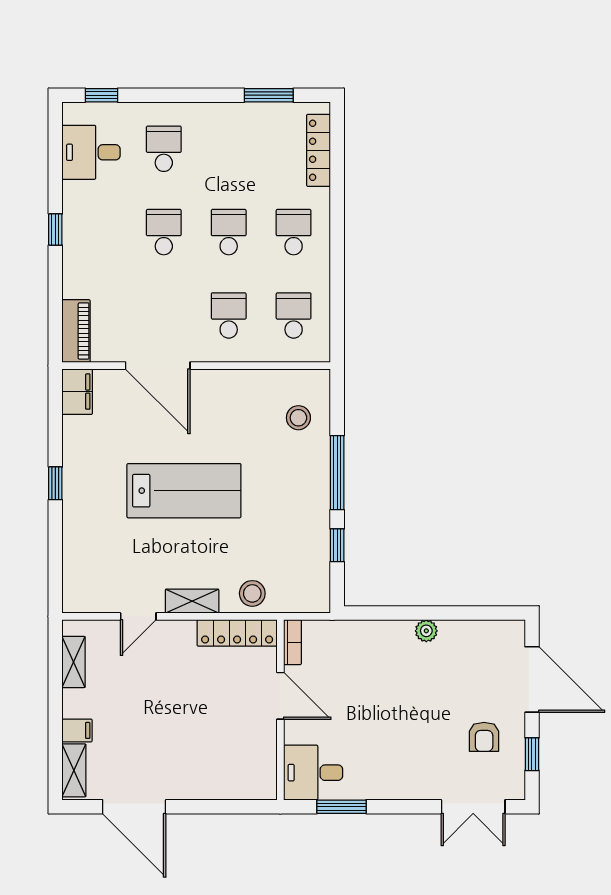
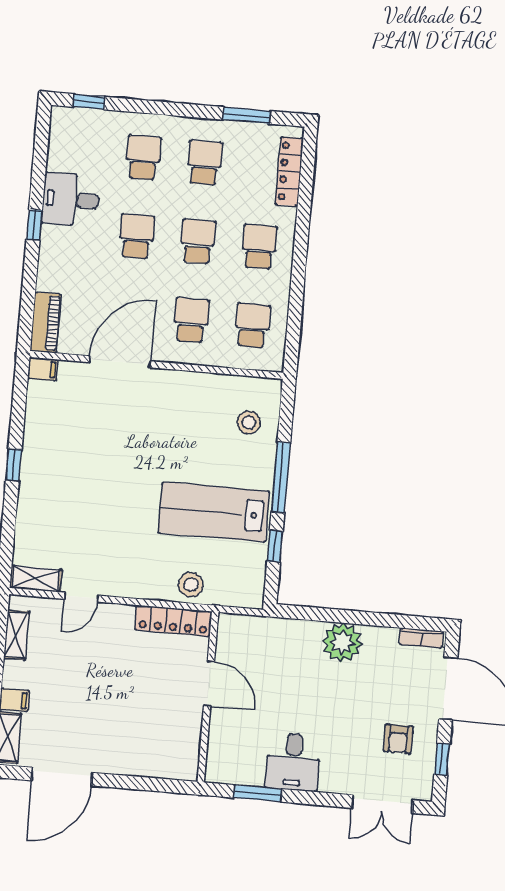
school desk: (229, 149) -> (205, 163), added
desk: (91, 152) -> (70, 199), moved
door: (158, 366) -> (120, 362), swing flipped
filing cabinet: (77, 392) -> (43, 369), width x0.50
lab bench: (184, 491) -> (214, 512), moved, turned 180
shelving: (192, 601) -> (36, 579), moved
plant: (426, 631) -> (342, 643), width x1.88, depth x1.88
bookcase: (292, 642) -> (421, 638), moved, turned 90
desk: (313, 773) -> (293, 762), moved, turned -90
door: (134, 807) -> (62, 777), hinge flipped

